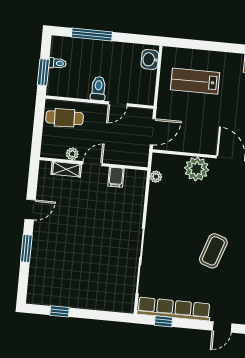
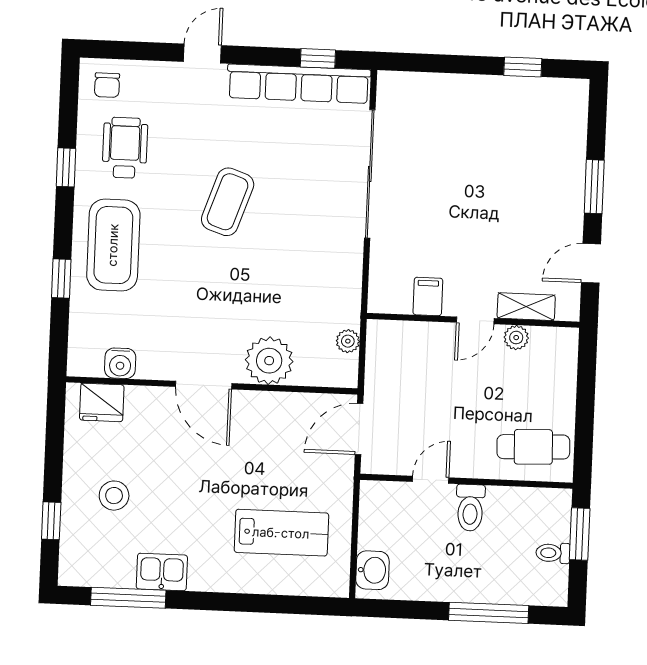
plant: (72, 154) -> (516, 338), moved
door: (93, 164) -> (475, 320), moved
wall: (94, 164) -> (473, 320), moved
shelving: (66, 169) -> (526, 307), moved
filing cabinet: (116, 177) -> (428, 296), moved

